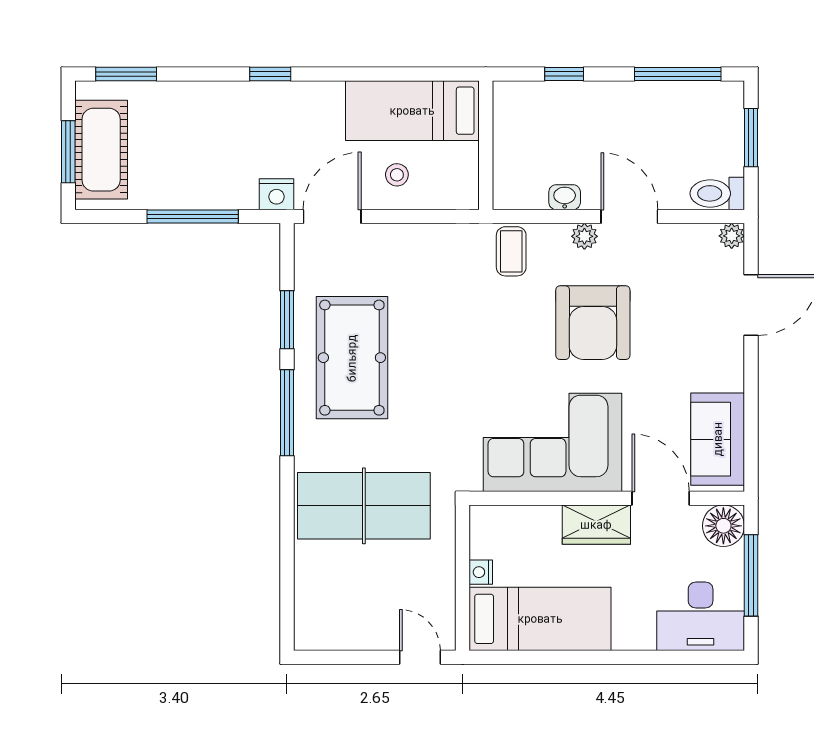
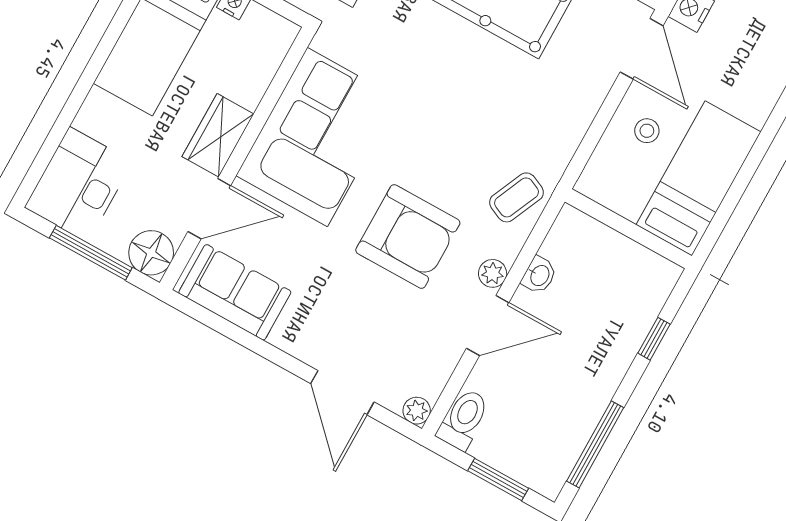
coffee table: (511, 251) -> (516, 197), turned -66
armchair: (593, 323) -> (408, 237), turned 180

